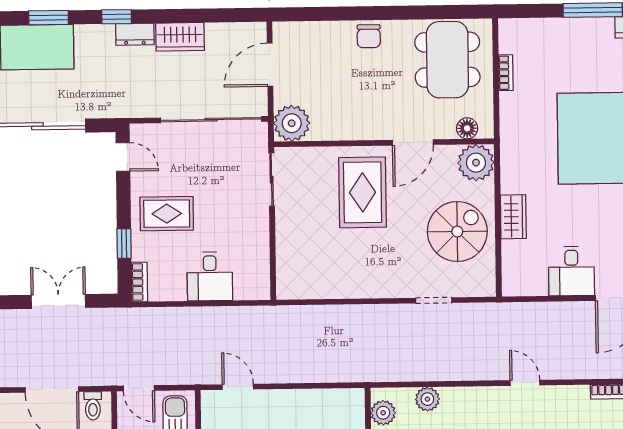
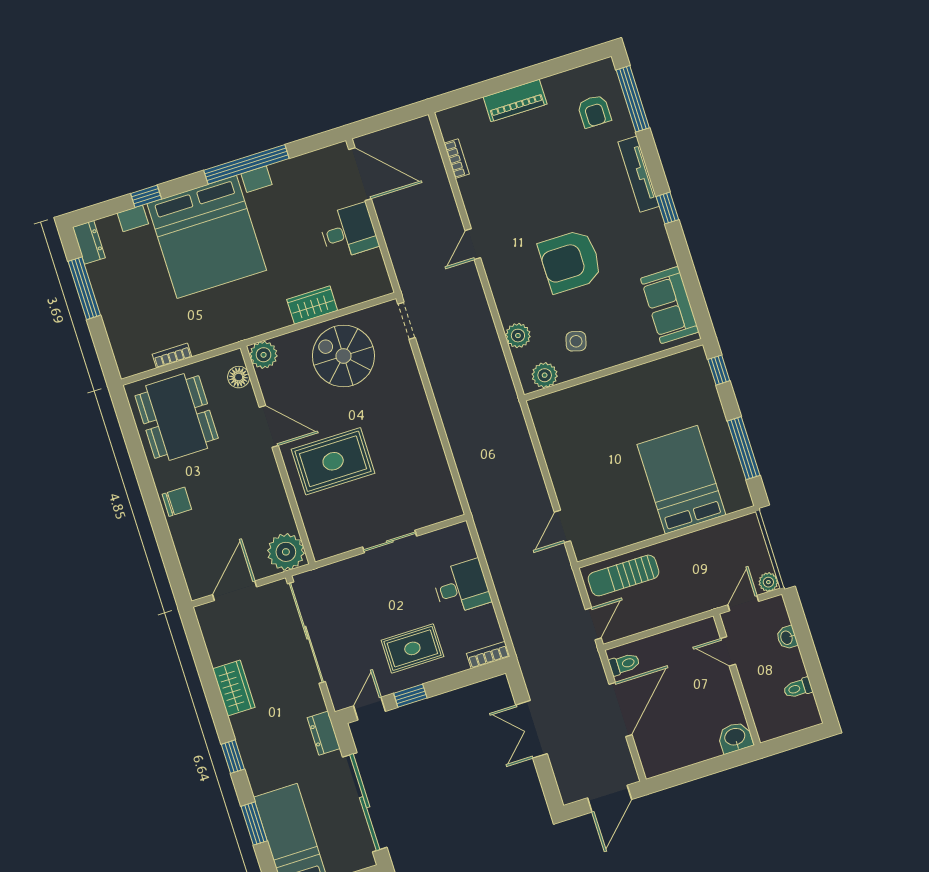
dresser: (135, 34) -> (324, 733), moved, turned 180
dining table: (447, 60) -> (177, 417), turned 90
door: (270, 65) -> (235, 591), swing flipped
plant: (476, 163) -> (264, 355), width x0.73, depth x0.73
sliding door: (272, 180) -> (390, 542), moved
rug: (167, 214) -> (412, 648), turned 90
window: (124, 243) -> (410, 696), moved
doorway: (434, 300) -> (406, 321), moved

